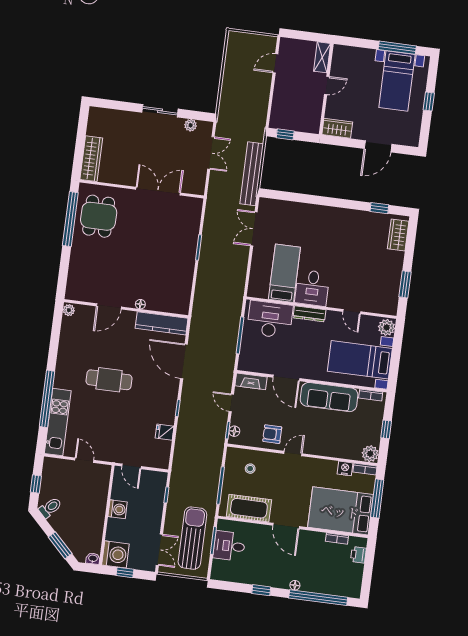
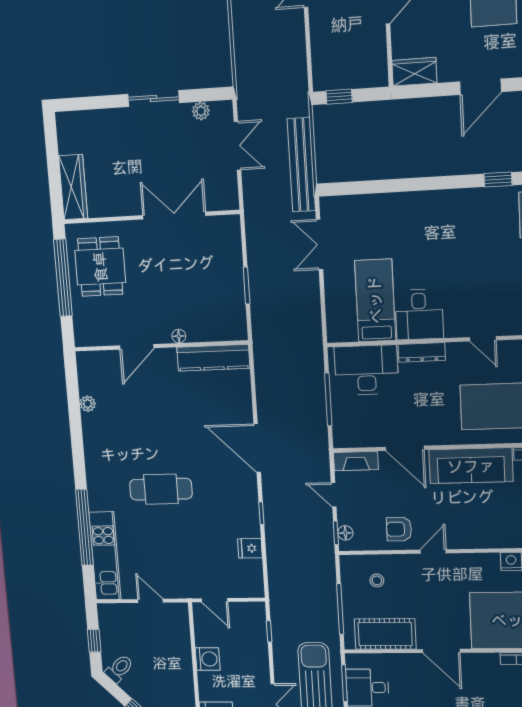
floor lamp: (140, 304) -> (179, 336), moved
door: (109, 306) -> (137, 347), moved
wall: (126, 309) -> (161, 346), moved
kitchen counter: (162, 323) -> (213, 358), moved

